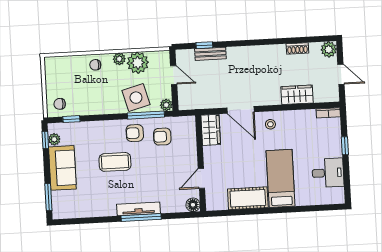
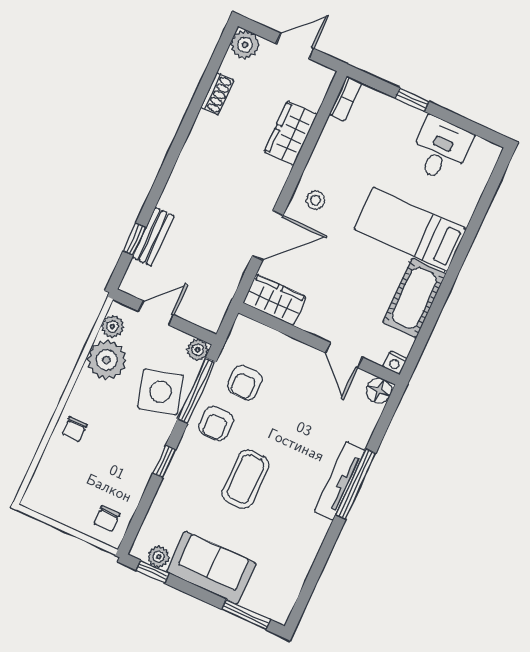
plant: (119, 59) -> (112, 326), moved
window: (71, 119) -> (164, 462), moved
nightstand: (211, 205) -> (395, 363), added

